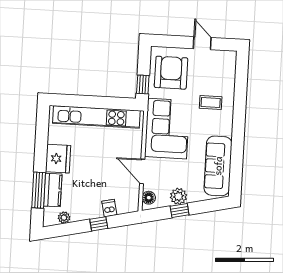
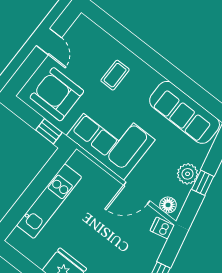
door: (202, 43) -> (49, 42), swing flipped
kitchen unit: (96, 117) -> (49, 201), width x0.73
dishwasher: (109, 208) -> (162, 228), moved

